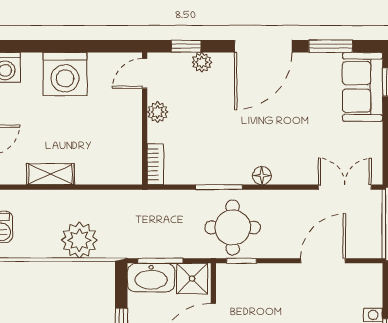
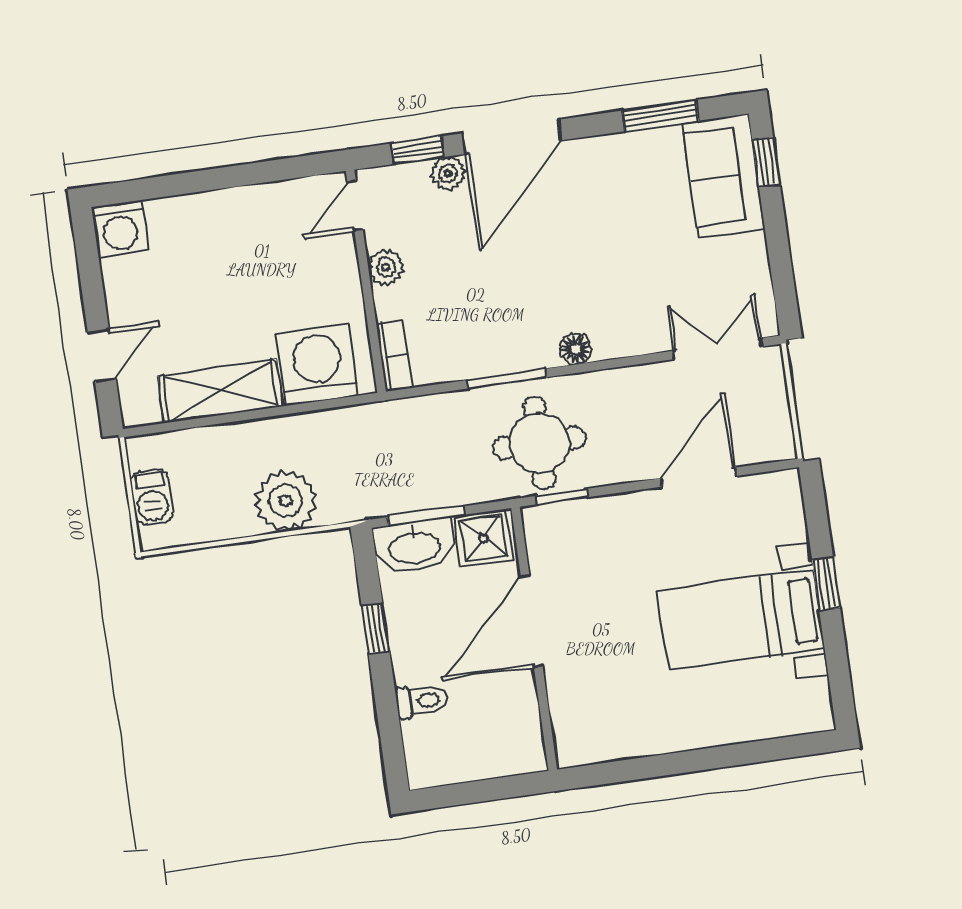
door: (263, 46) -> (512, 137), moved
washing machine: (65, 74) -> (317, 364), moved, turned 180
shelving: (50, 174) -> (220, 391), width x1.50, depth x1.33

